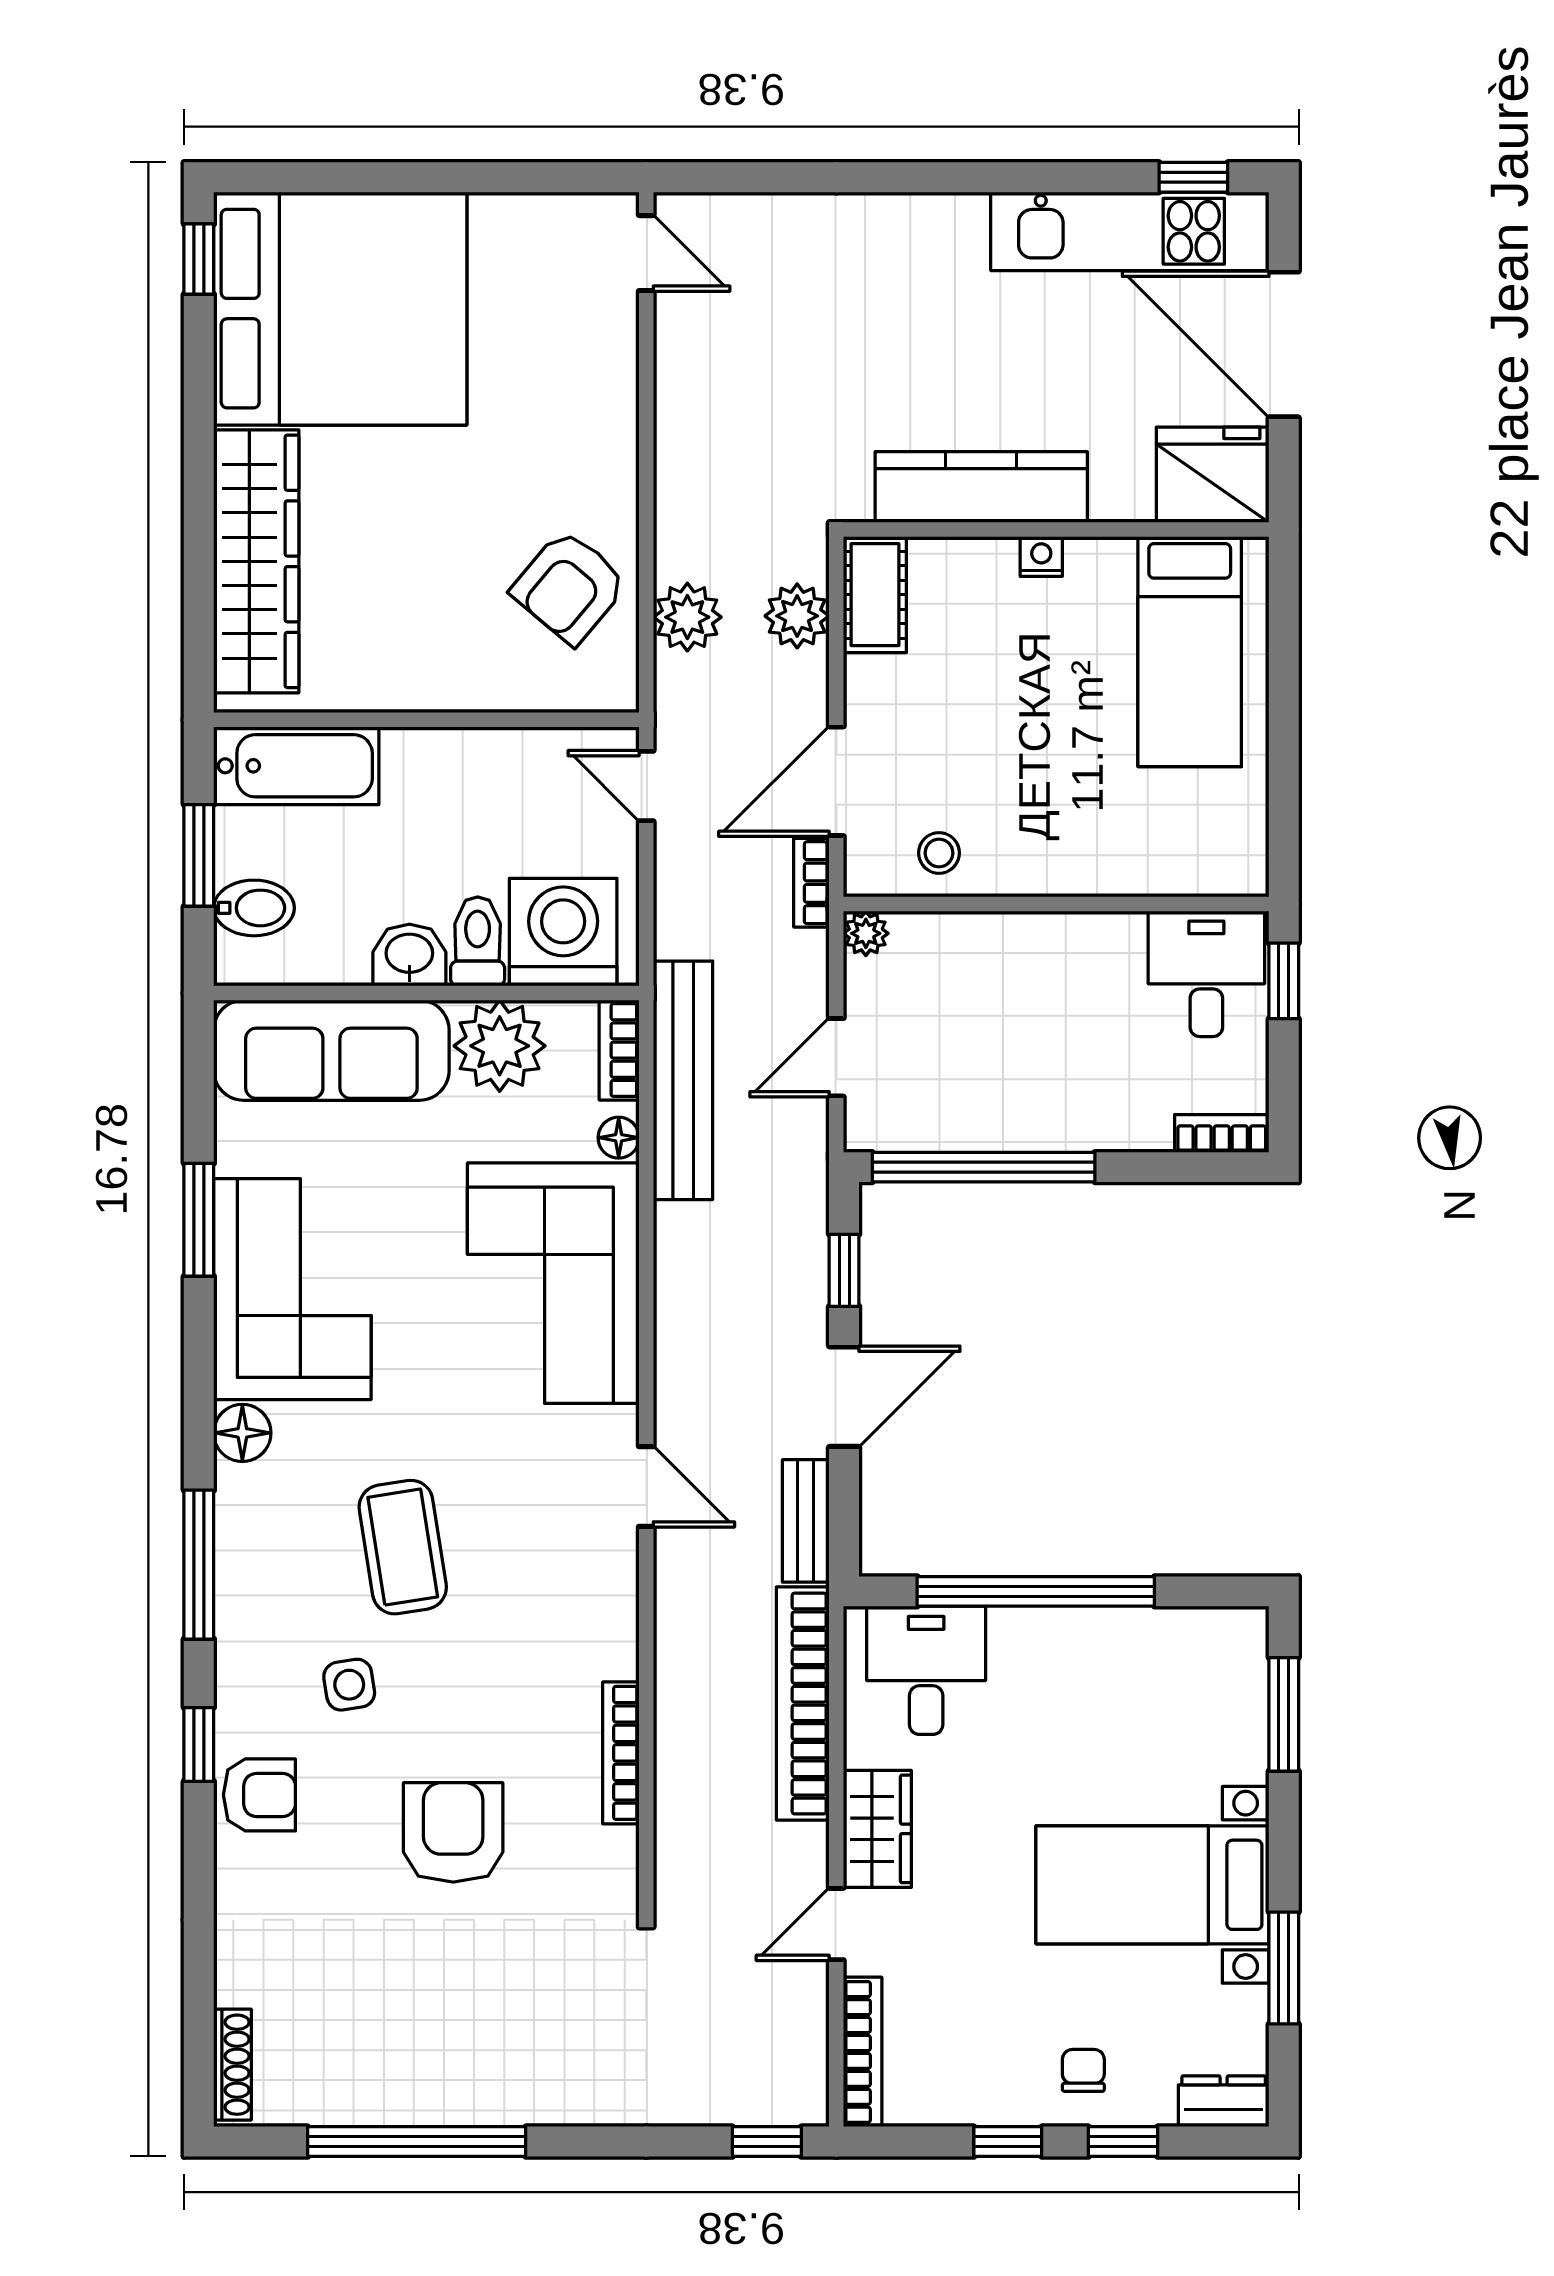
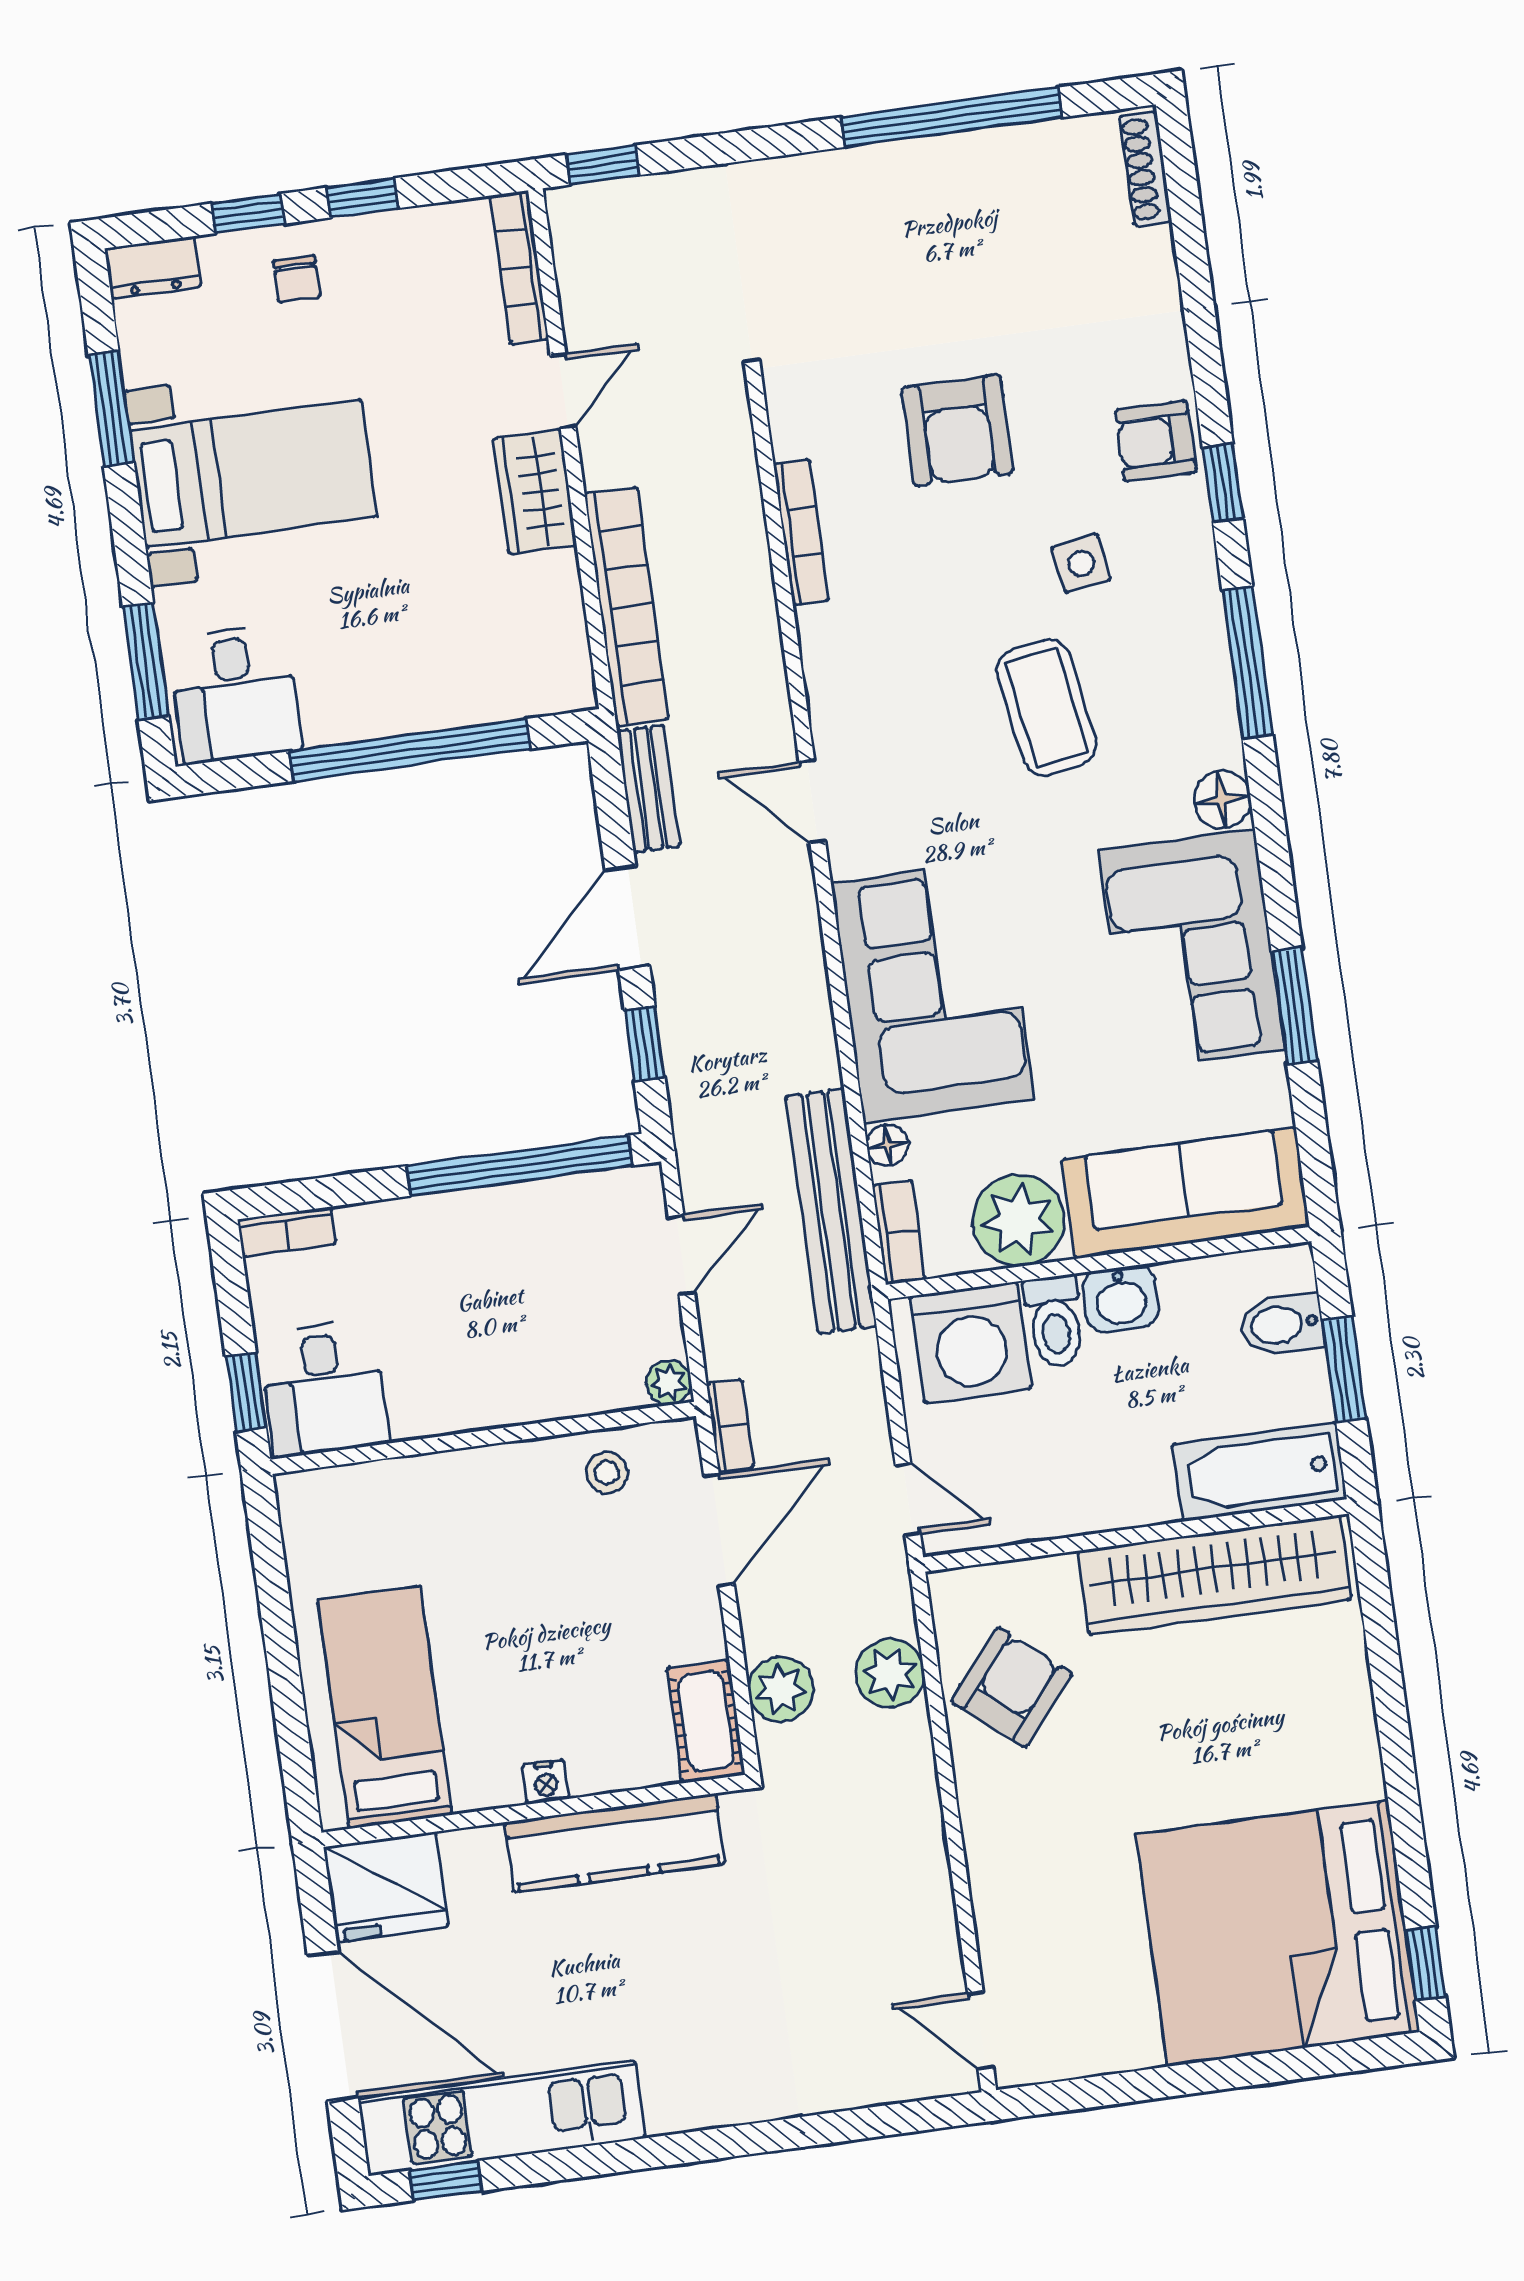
wardrobe: (256, 561) -> (1215, 1575), moved, turned -90
desk: (926, 1670) -> (235, 694), moved

